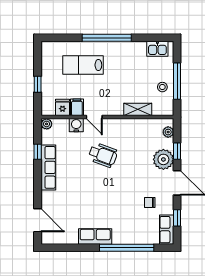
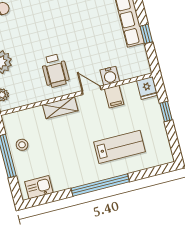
fridge: (63, 107) -> (147, 88), moved
shelving: (138, 109) -> (60, 108), moved
plant: (47, 124) -> (144, 69), removed
wheelchair: (103, 155) -> (55, 71), moved, turned -110

